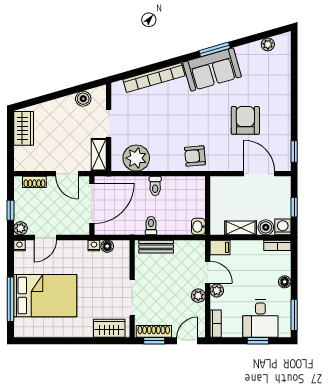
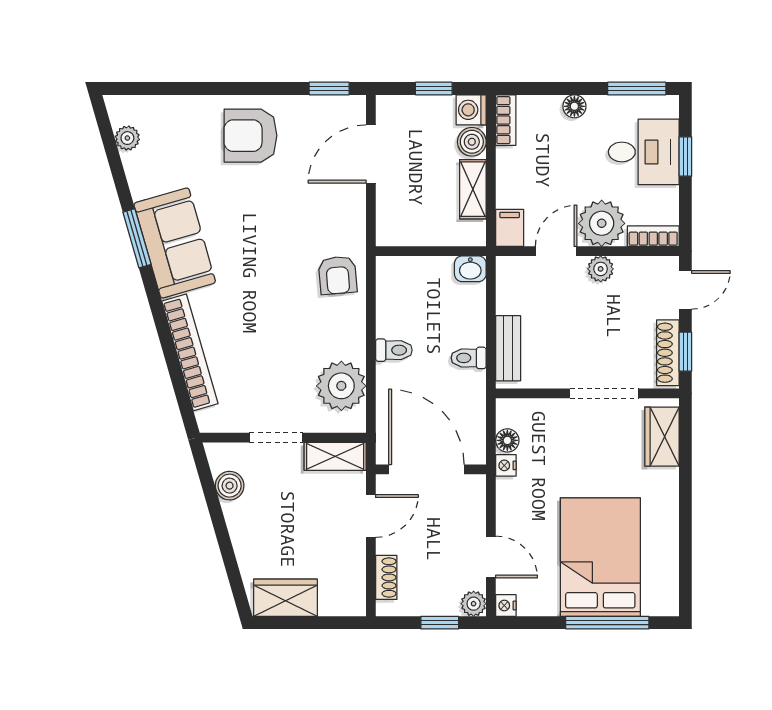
armchair: (245, 120) -> (250, 136), moved
plant: (217, 291) -> (602, 223), width x1.88, depth x1.88
door: (187, 341) -> (685, 290), swing flipped

